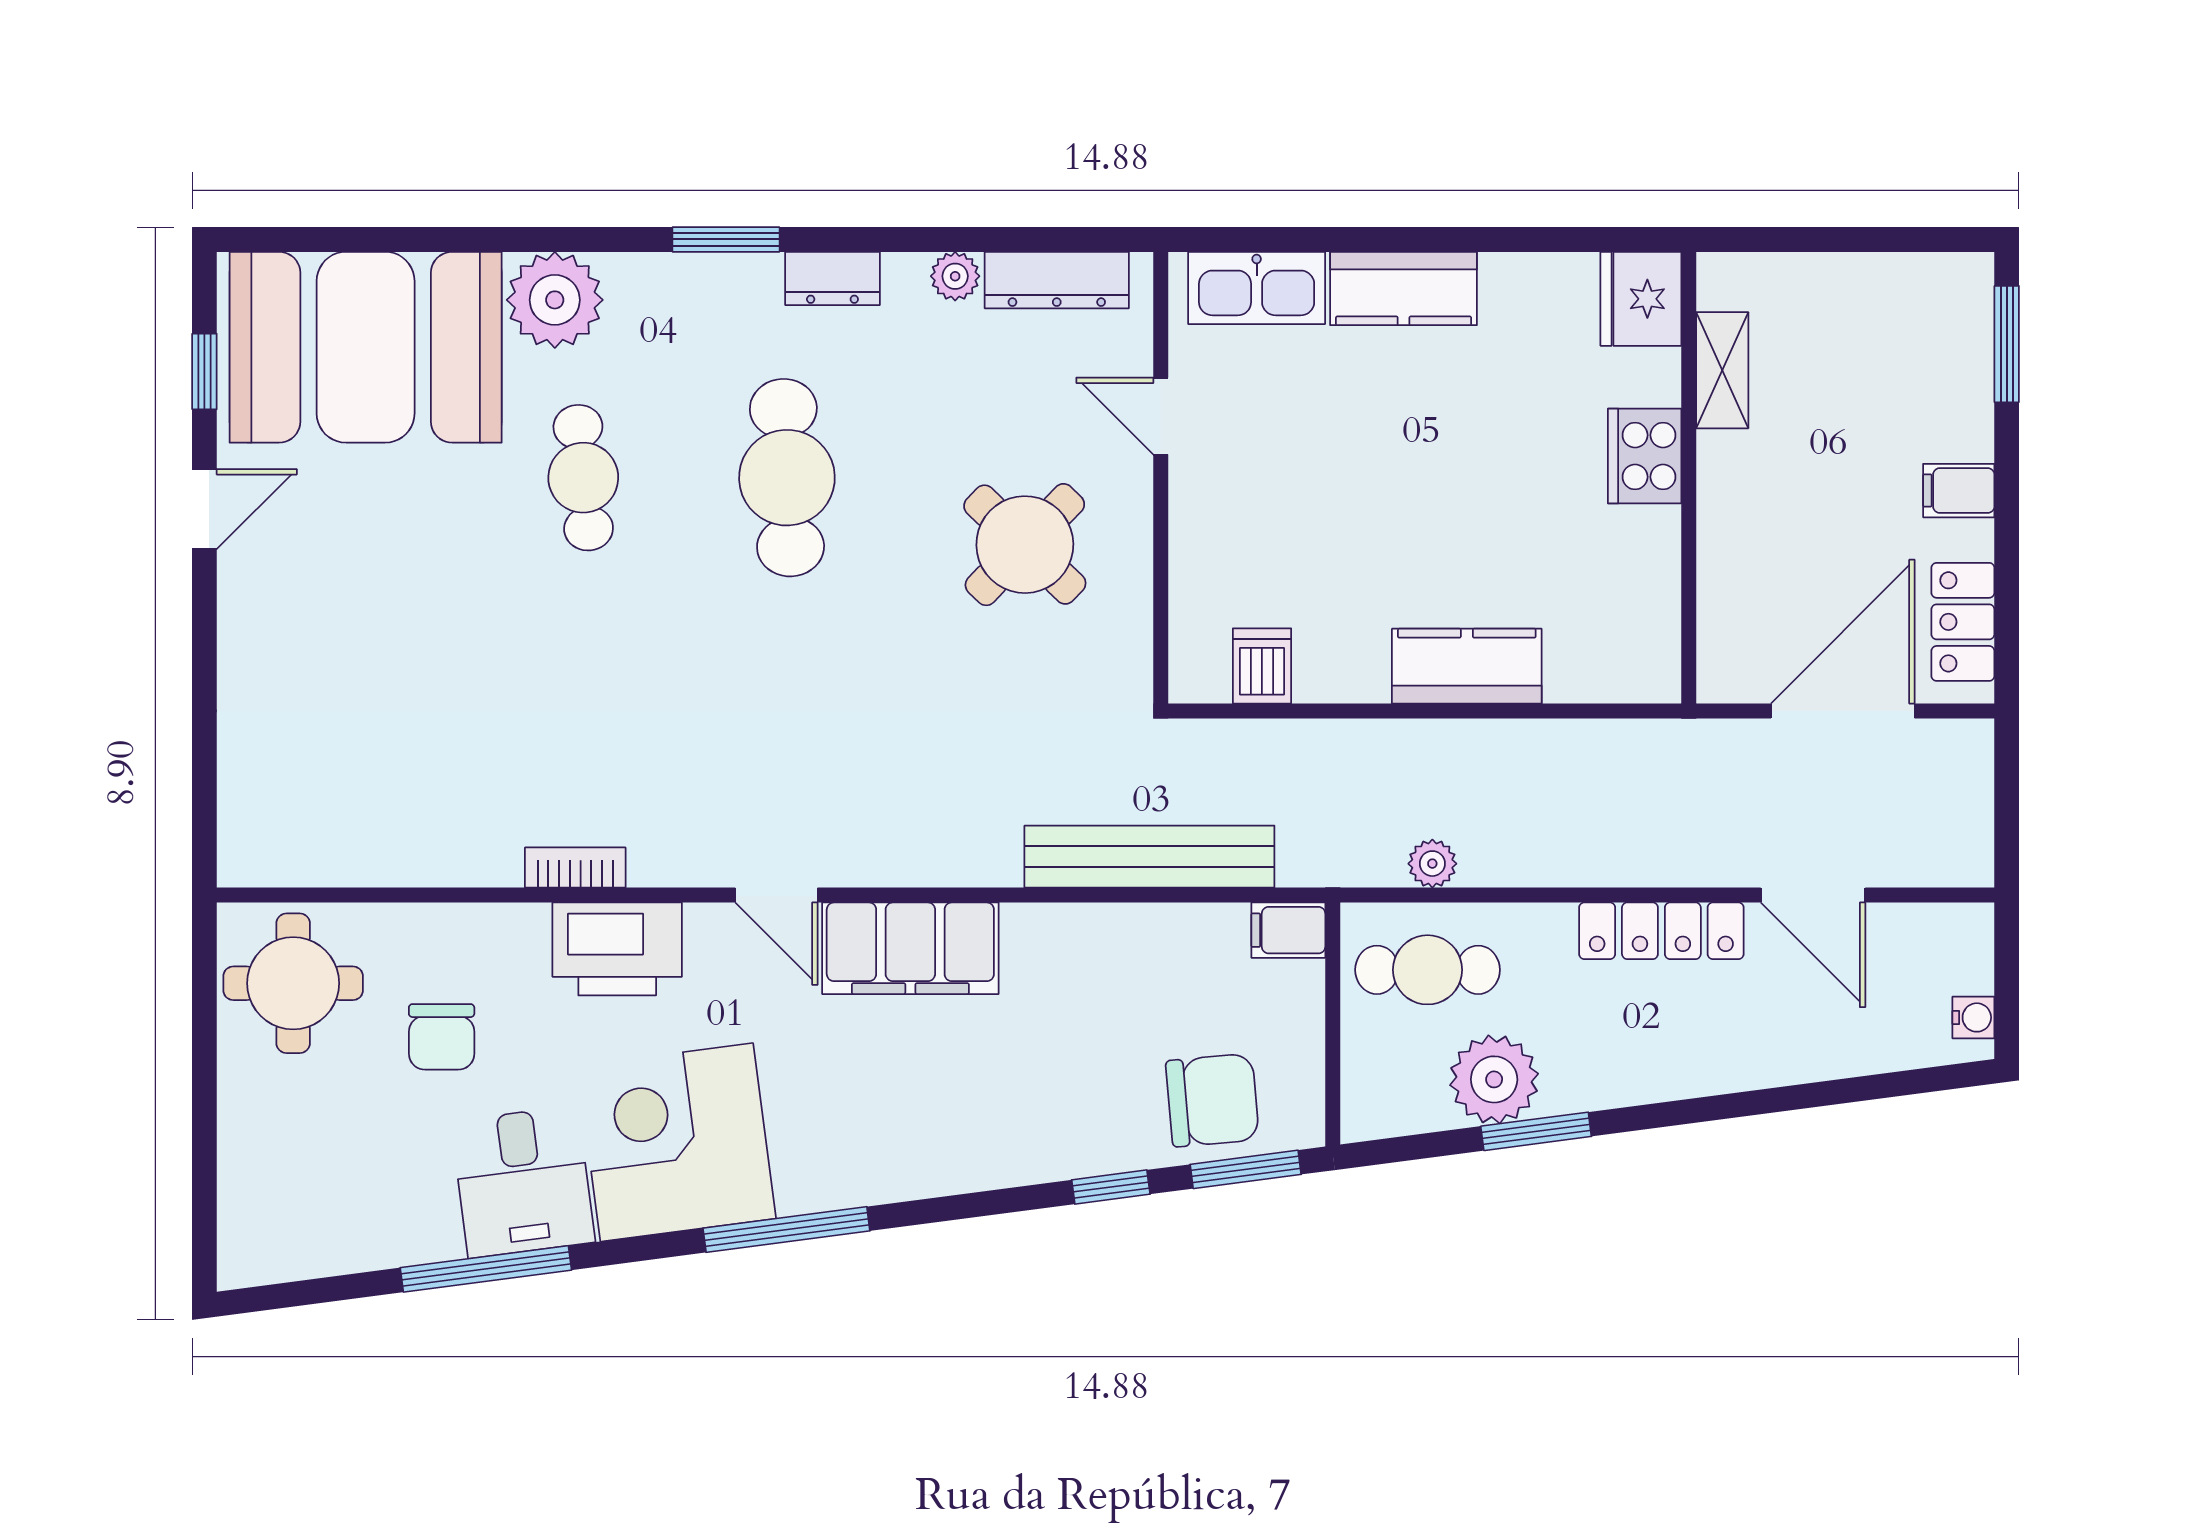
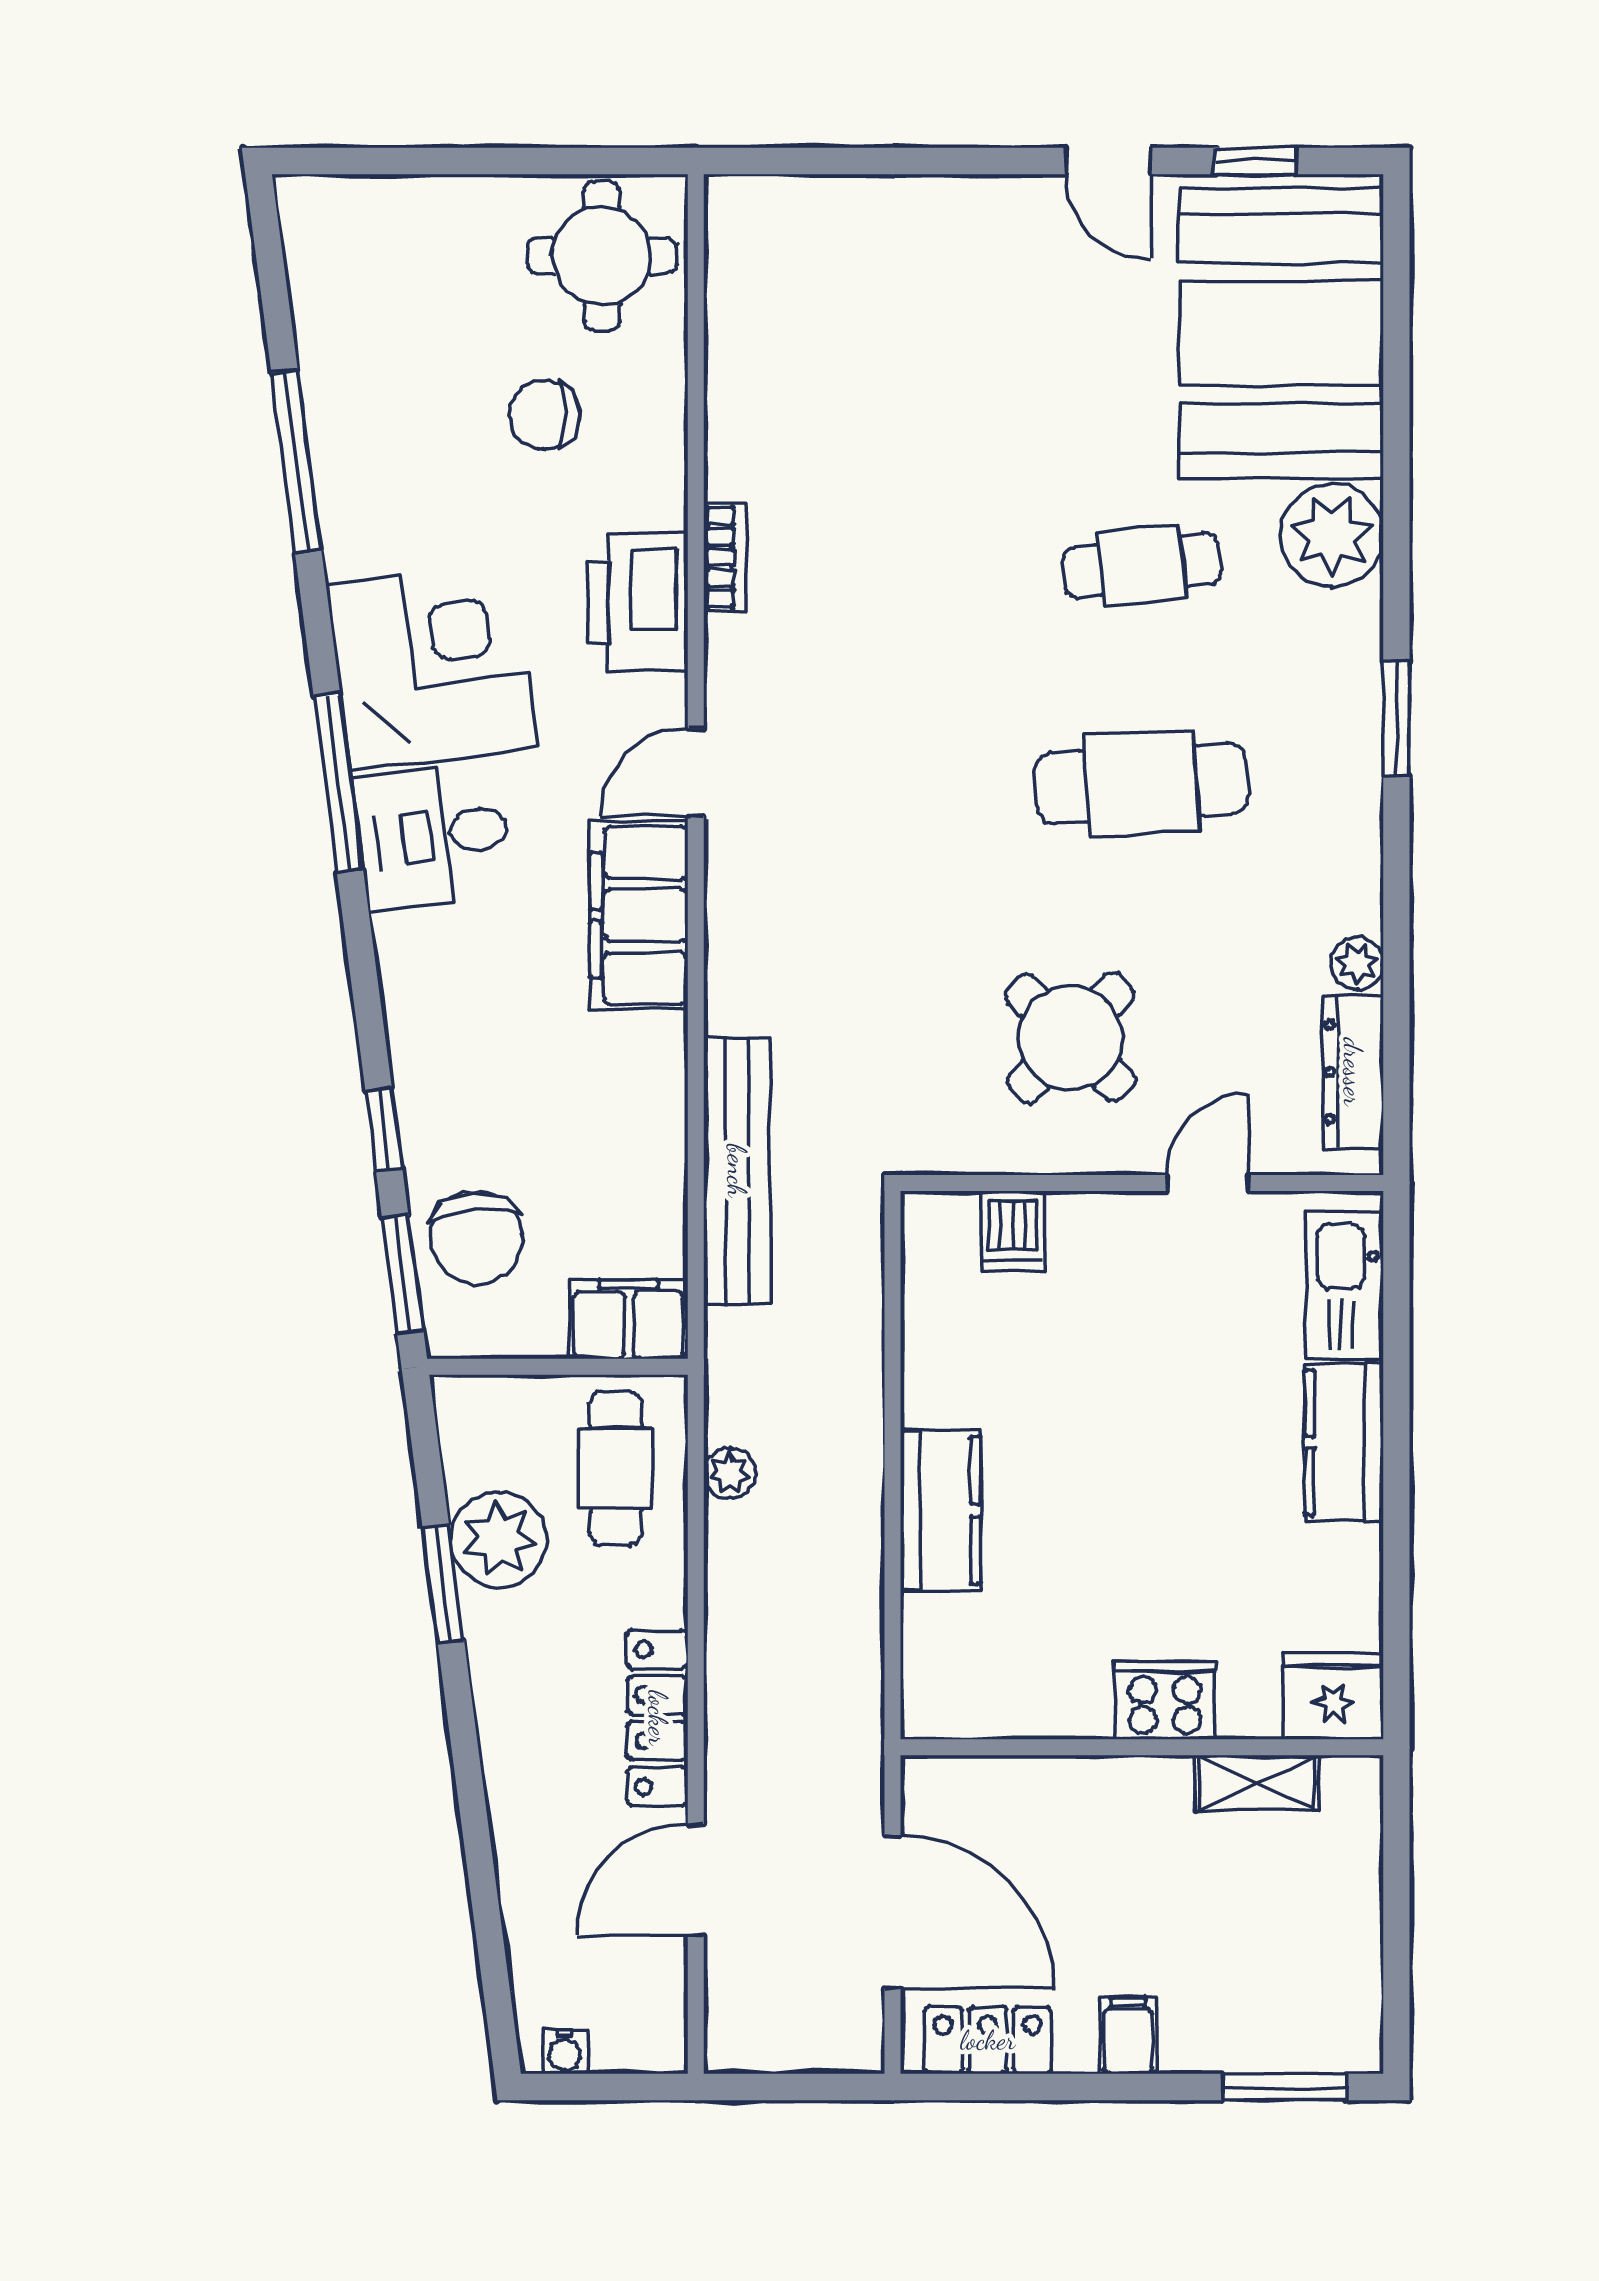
dresser: (832, 278) -> (1355, 832), removed
dishwasher: (1262, 666) -> (1012, 1231), moved, turned 90
filing cabinet: (1288, 930) -> (629, 1319), width x2.00
desk: (523, 1182) -> (433, 835), moved

